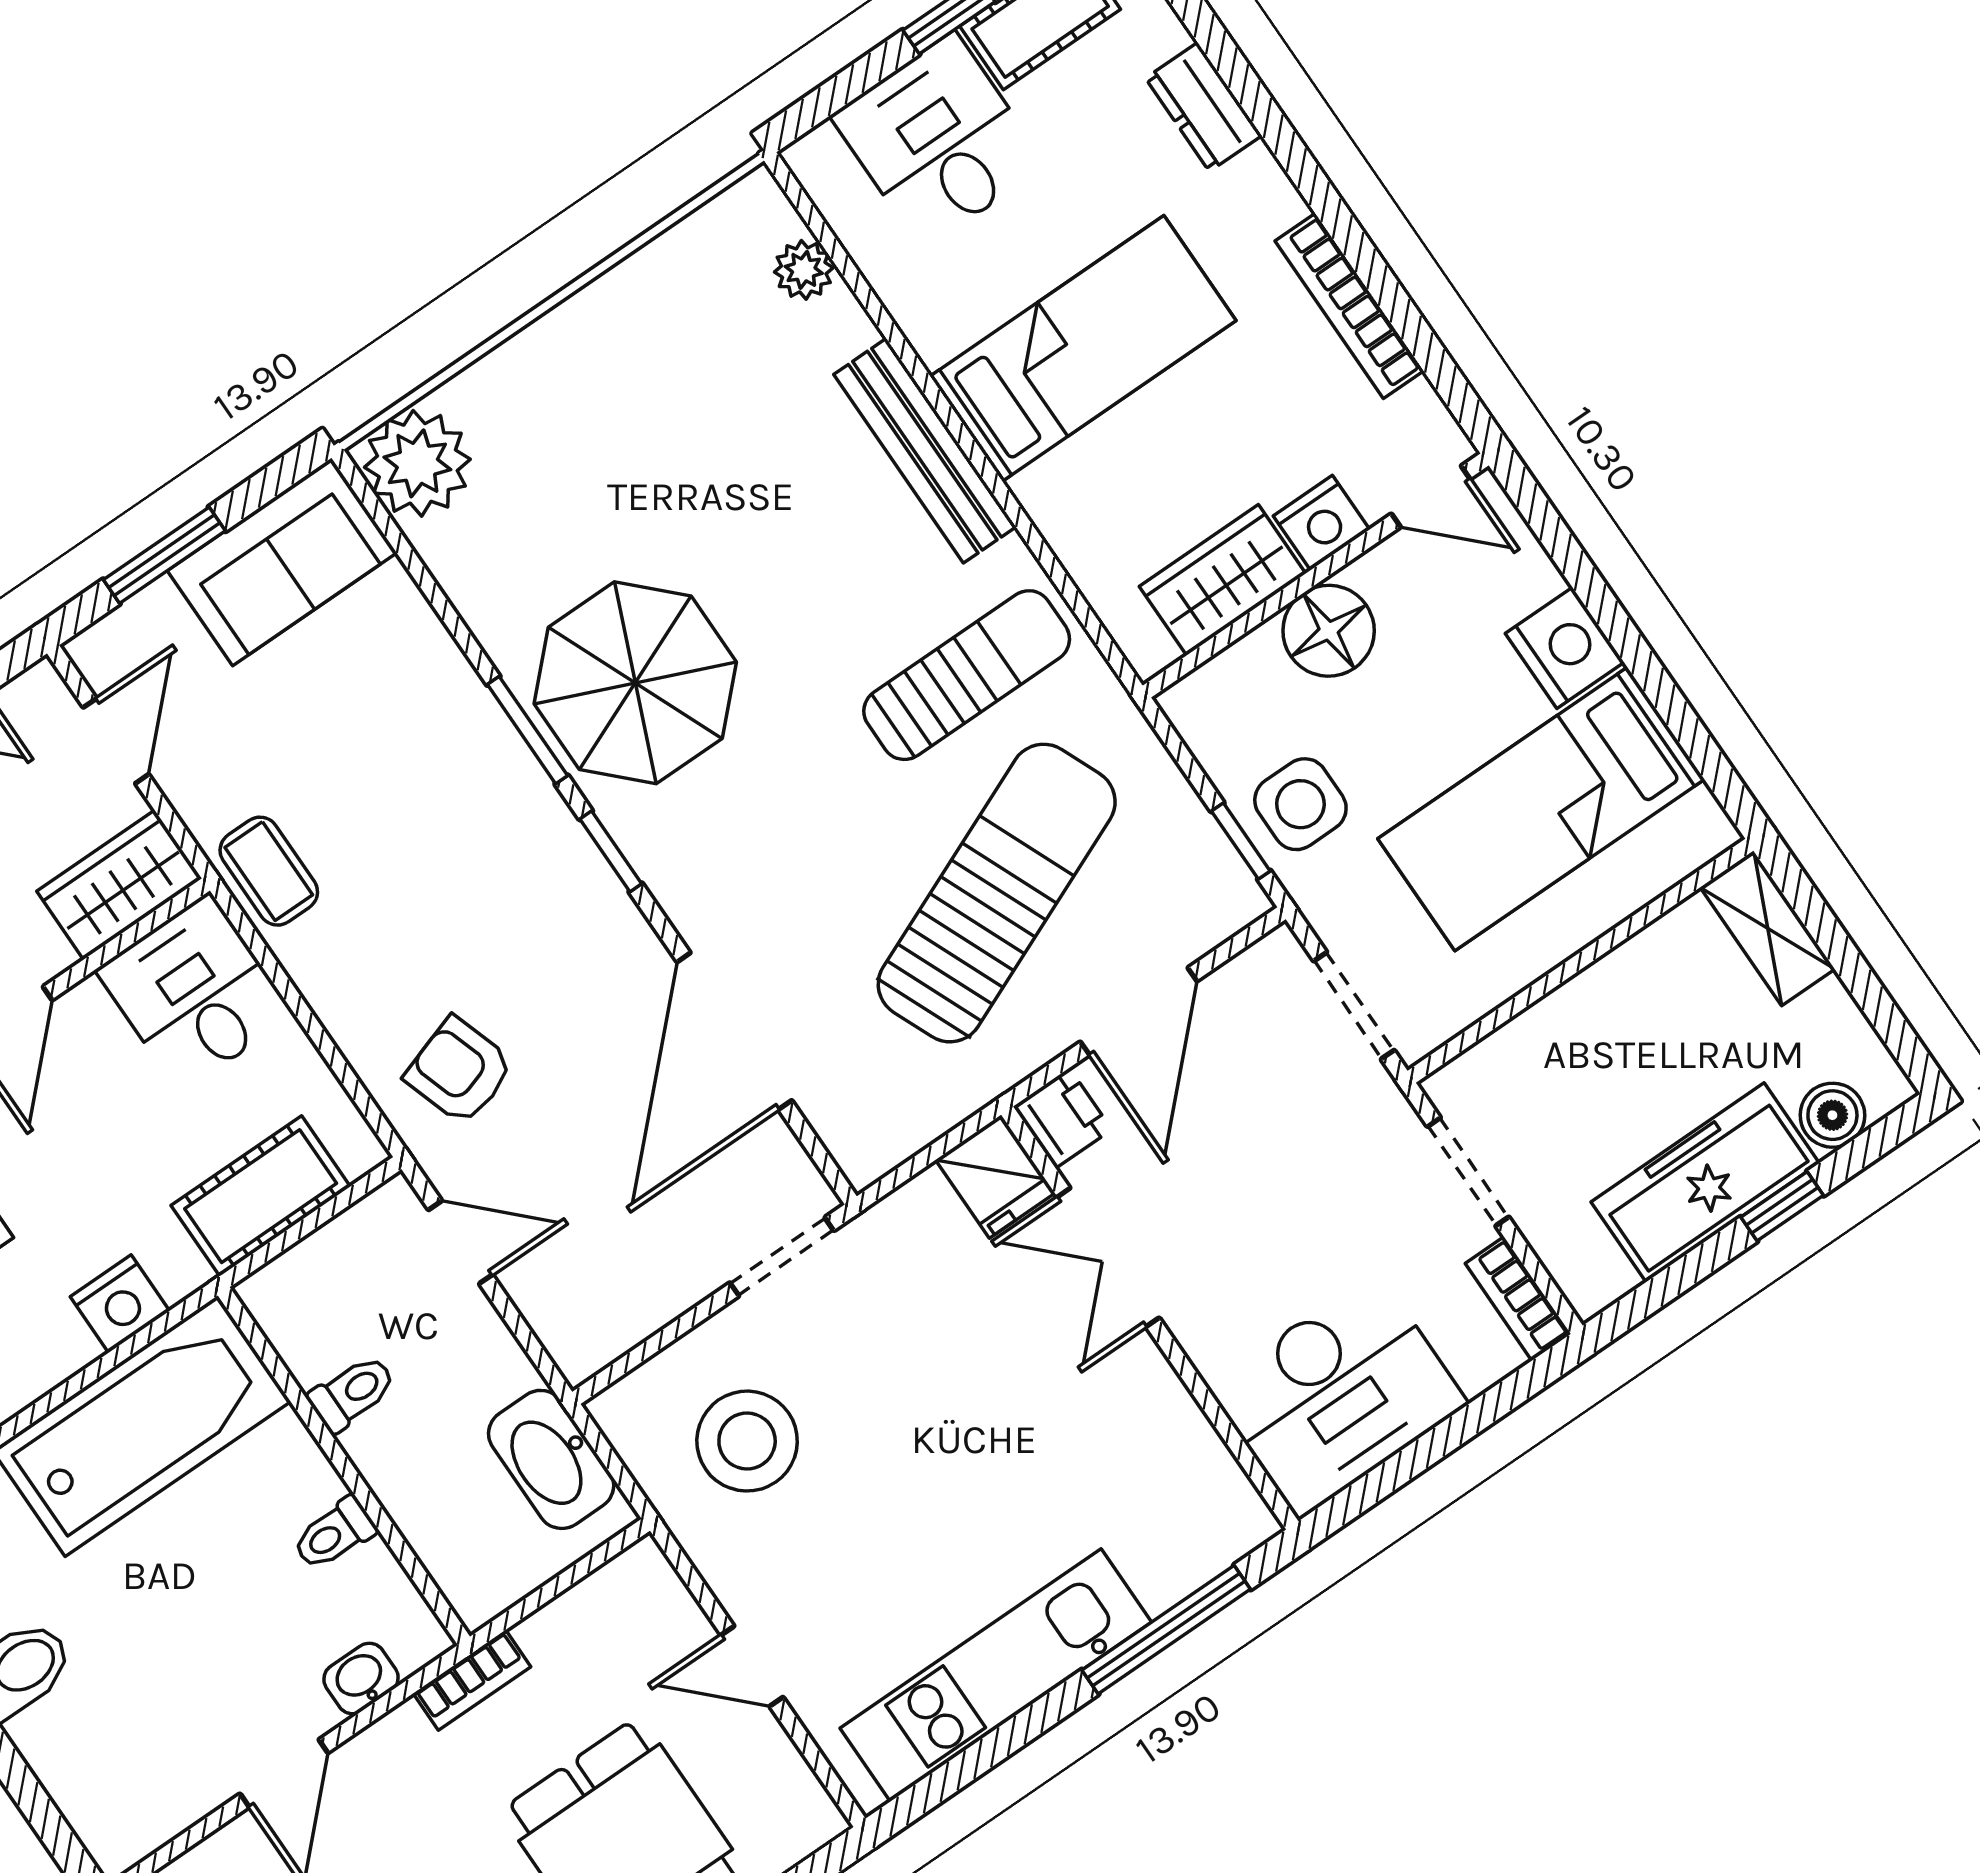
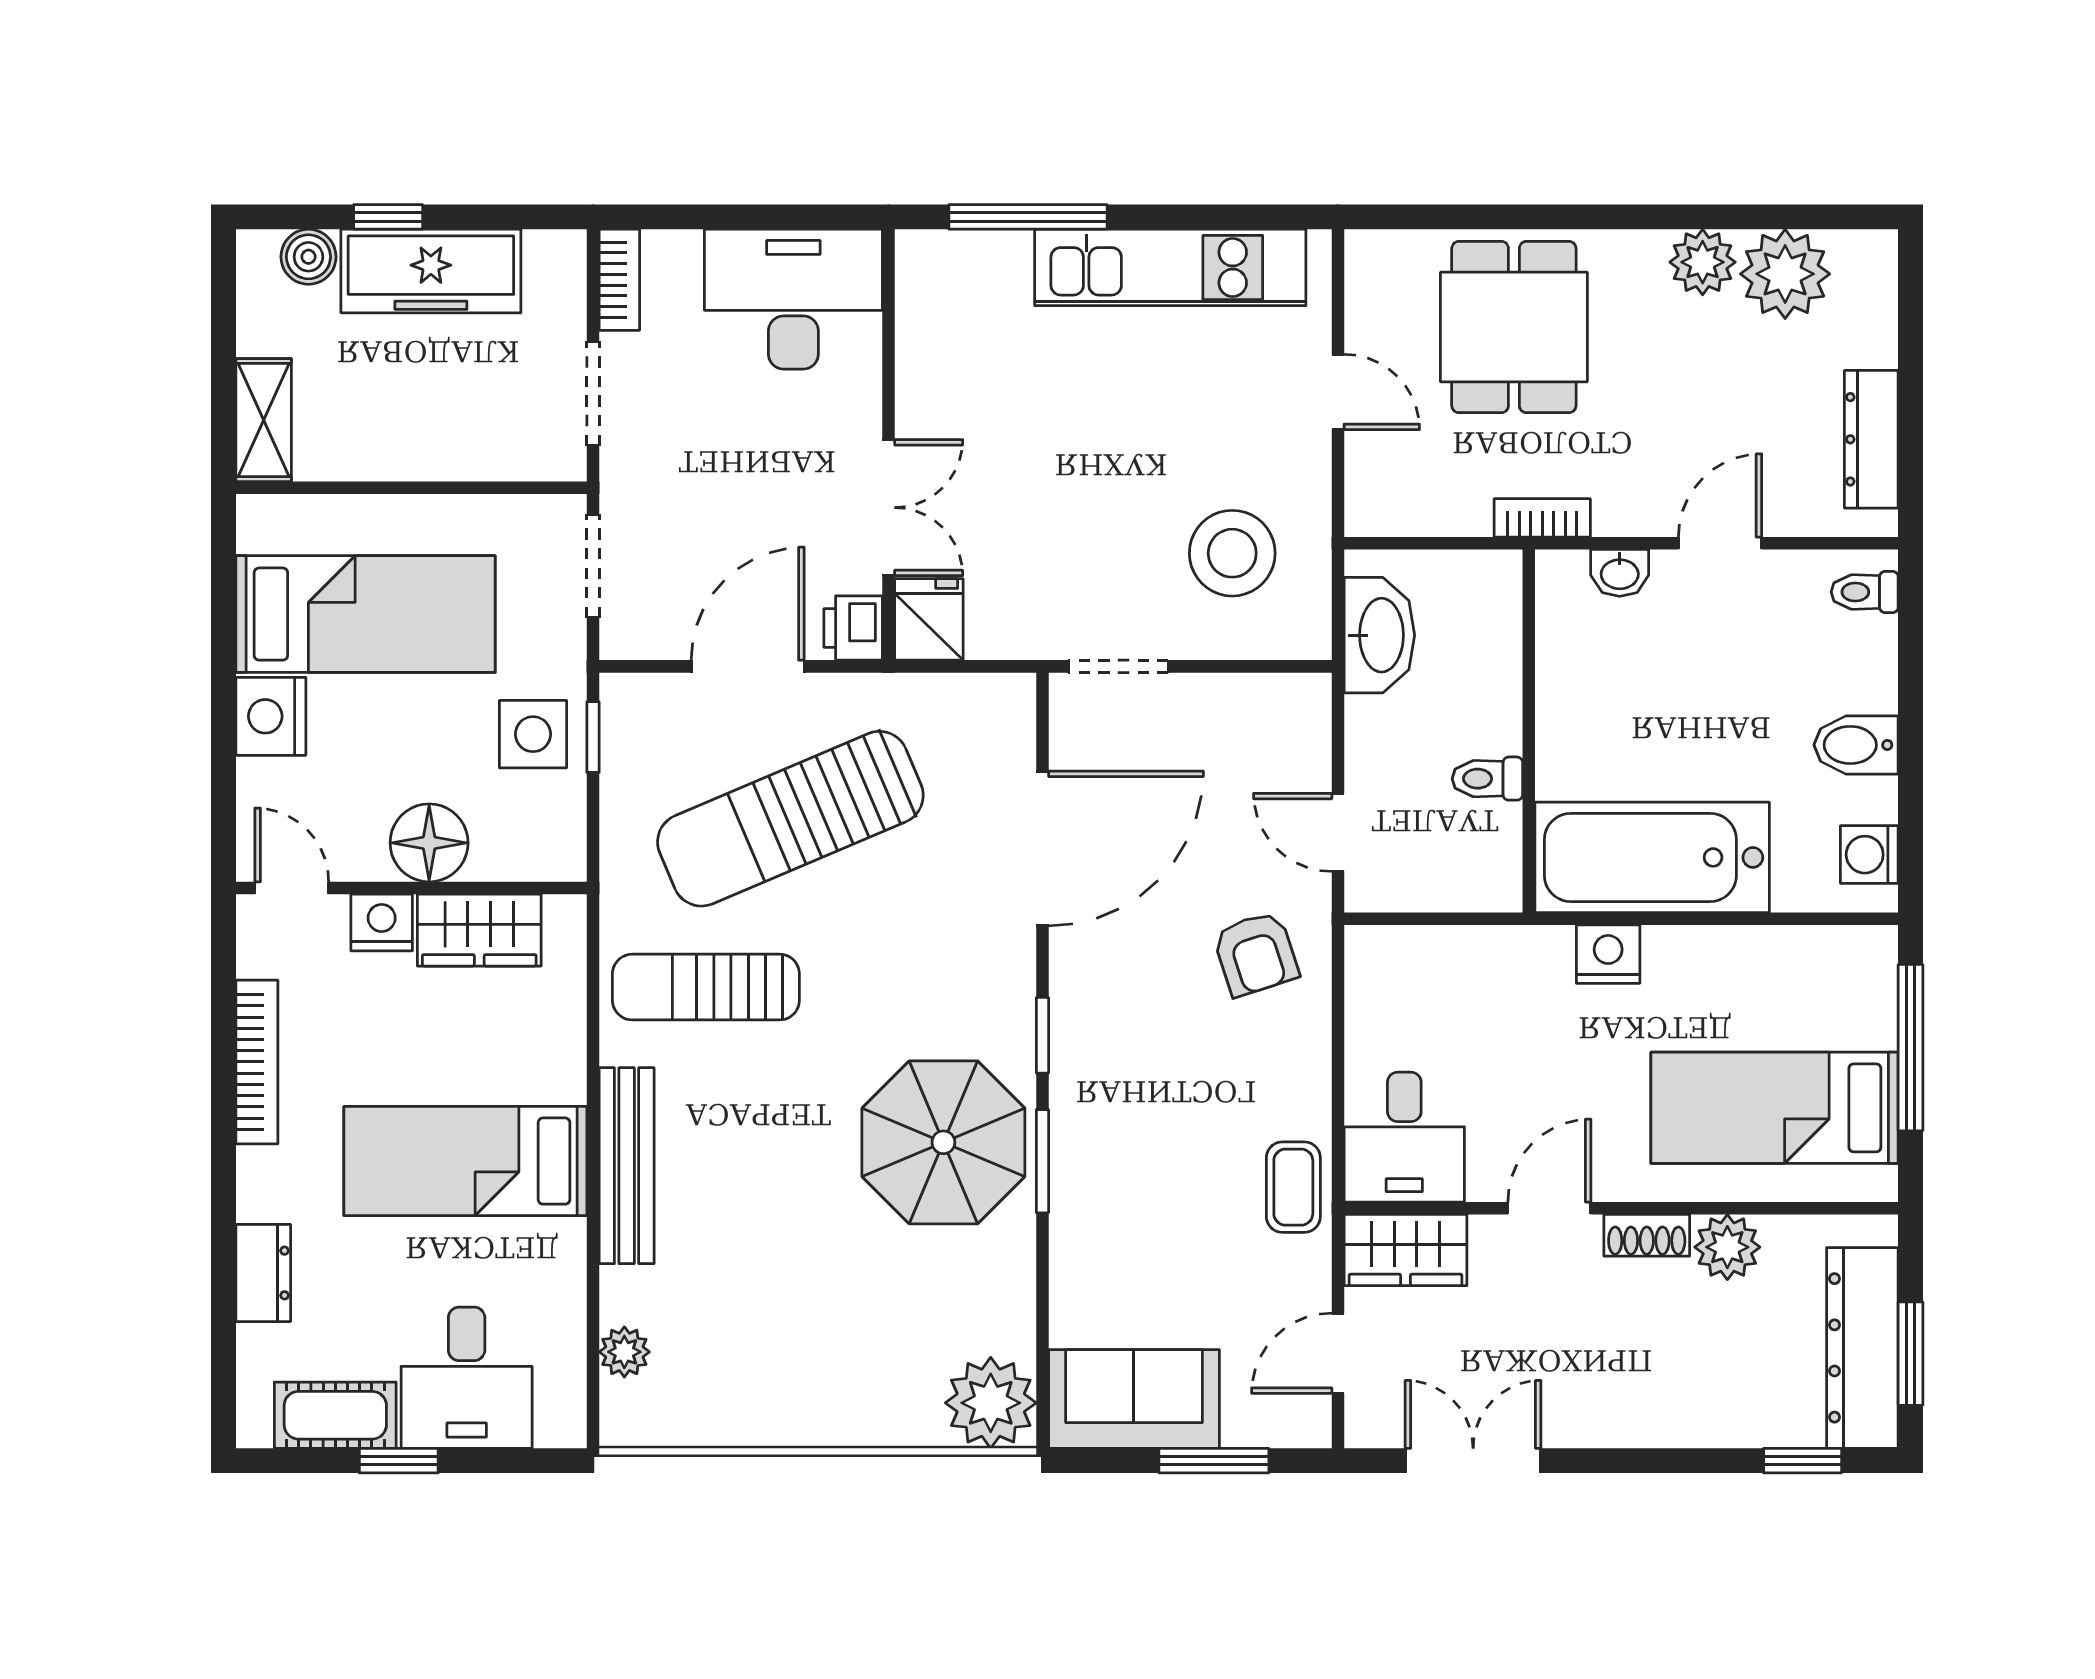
cot: (261, 1196) -> (1457, 962), removed
toilet: (334, 1534) -> (1865, 592), moved, turned 180

